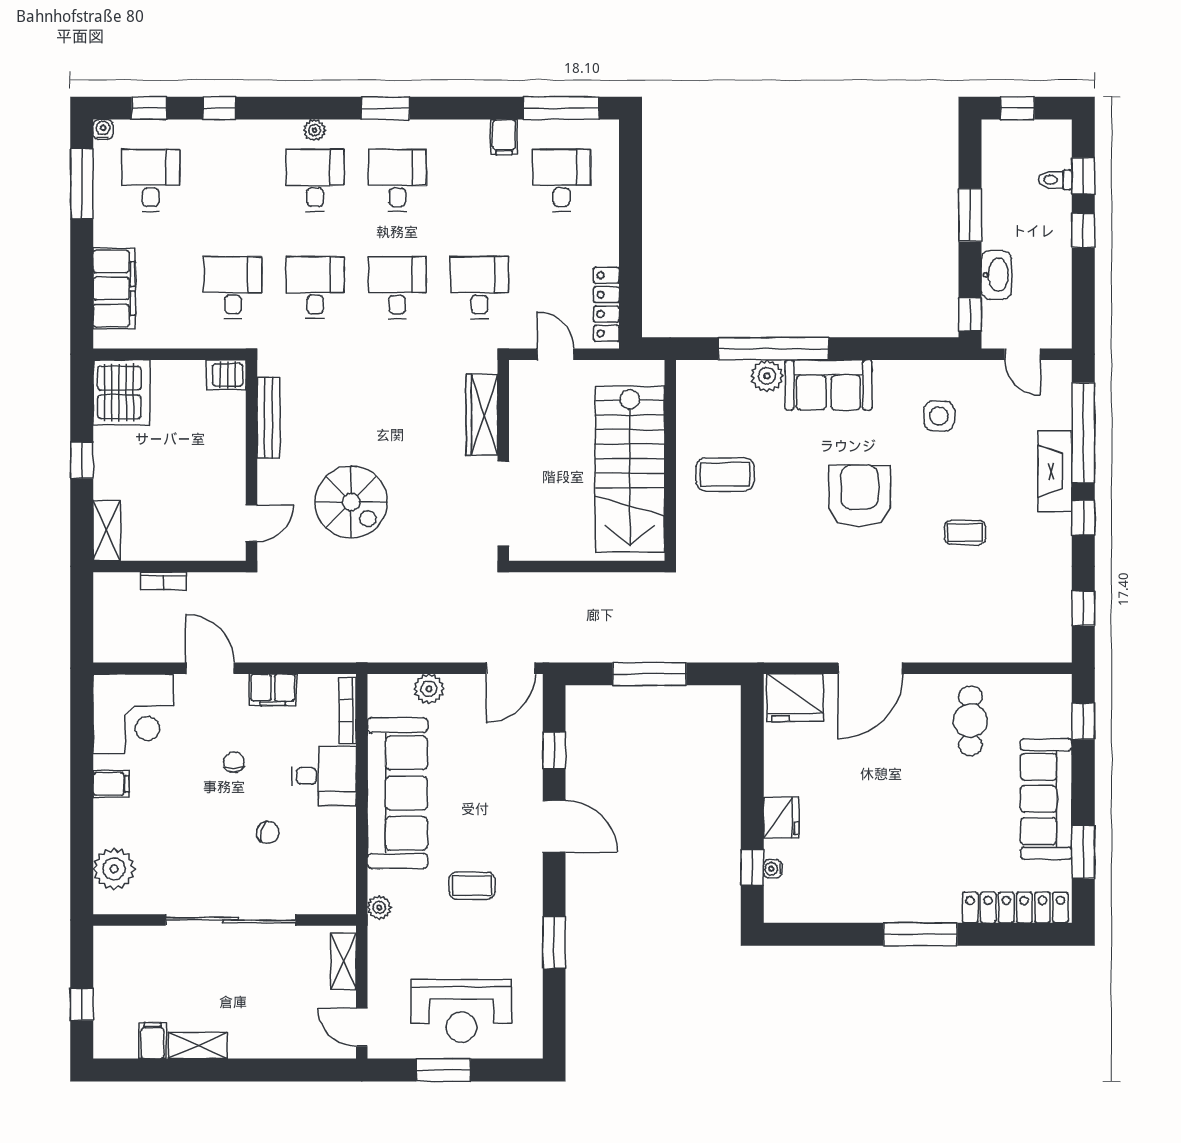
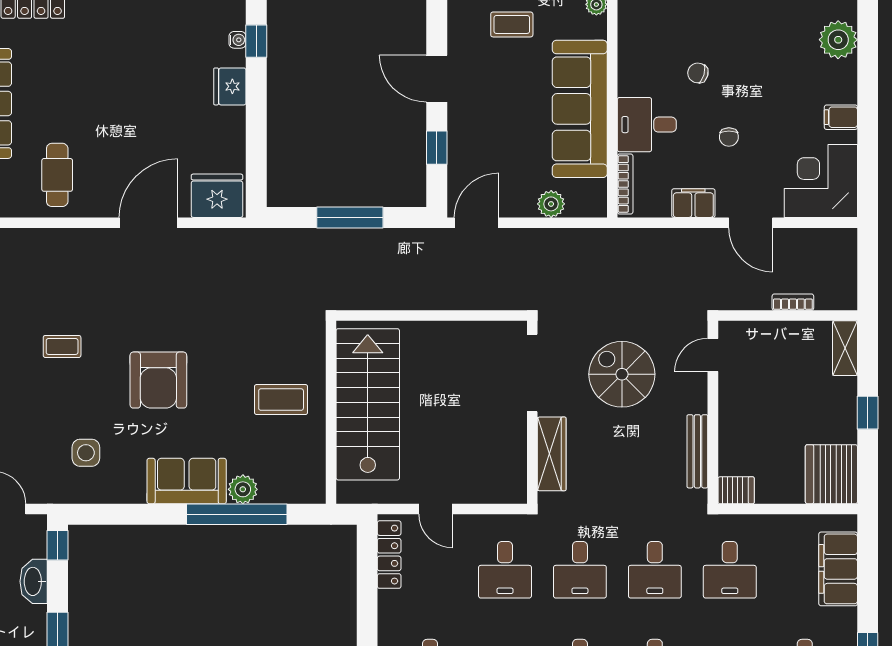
wardrobe: (482, 415) -> (552, 454), moved
wall: (503, 460) -> (532, 412), moved
doorway: (503, 503) -> (532, 373), moved

